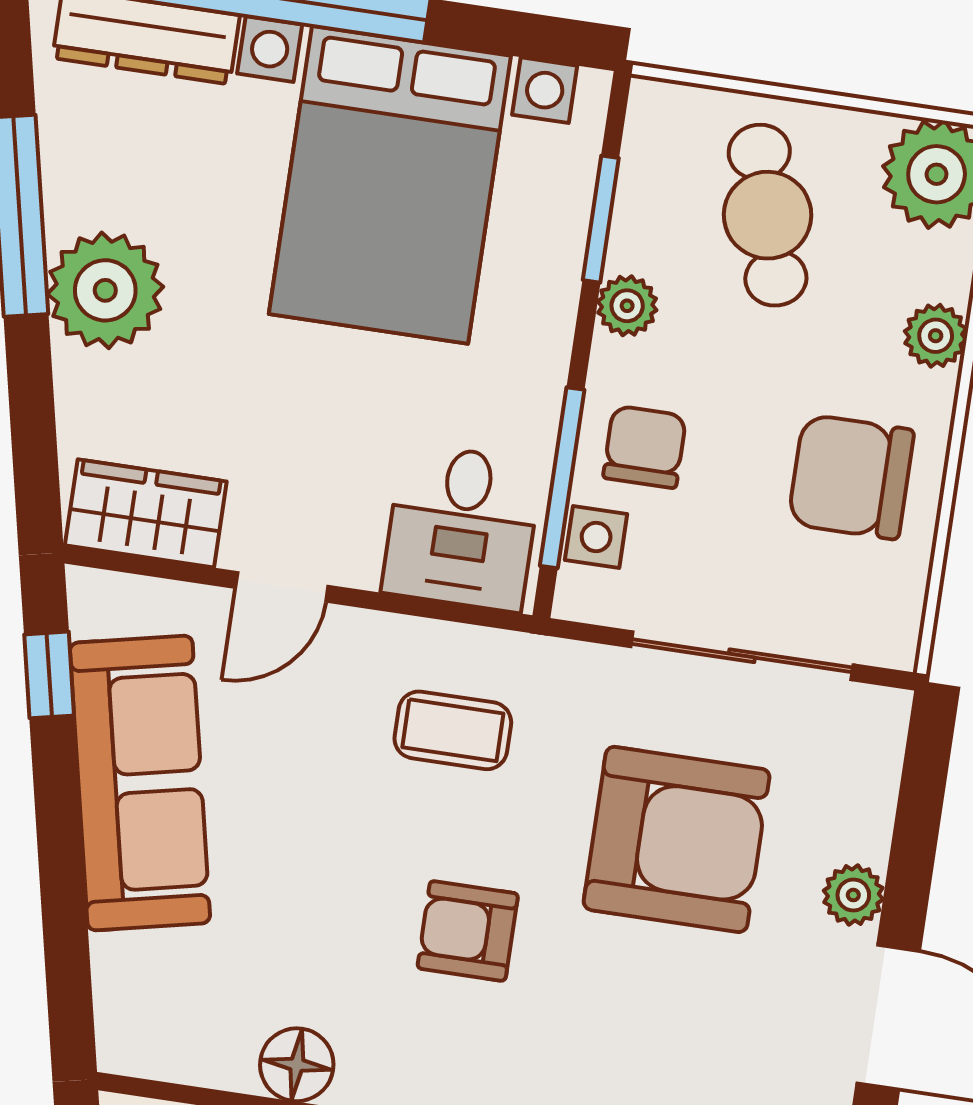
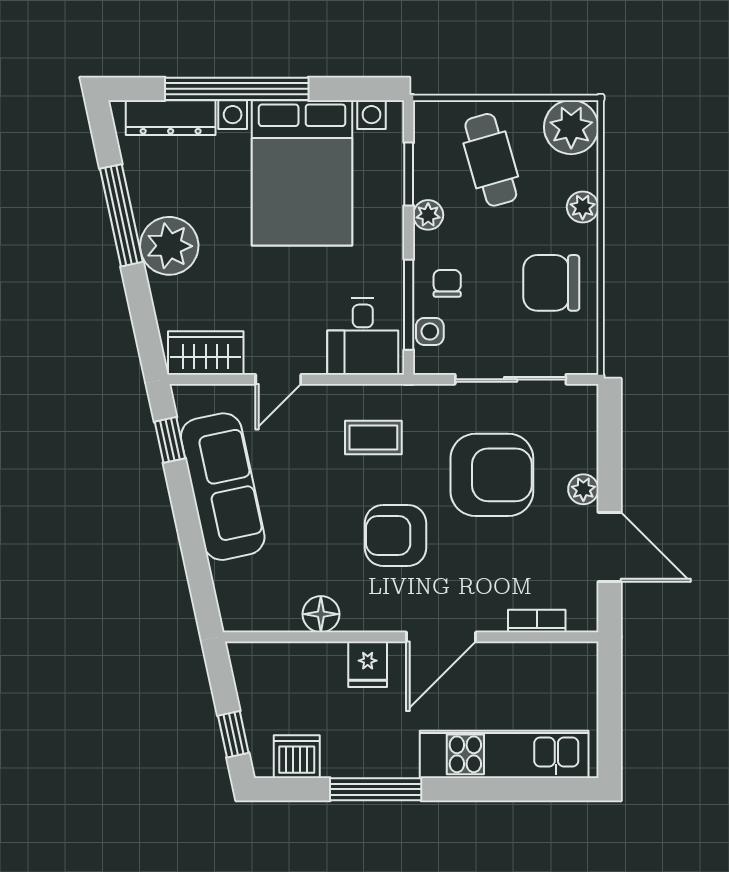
chair: (645, 447) -> (447, 283), width x0.73, depth x0.73
armchair: (468, 931) -> (395, 535), width x1.38, depth x1.38

